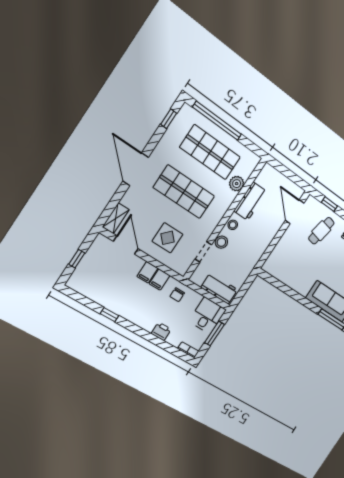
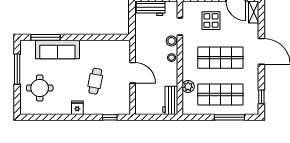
window: (217, 121) -> (229, 117), width x0.68
workbench: (250, 201) -> (170, 100), moved
door: (295, 212) -> (133, 73), moved
cafe table: (321, 231) -> (95, 81), moved

